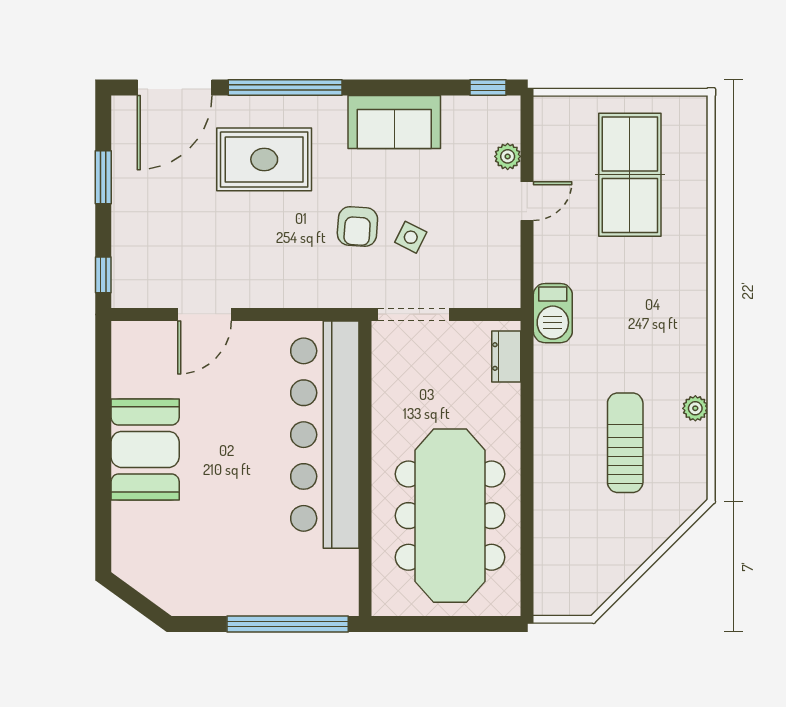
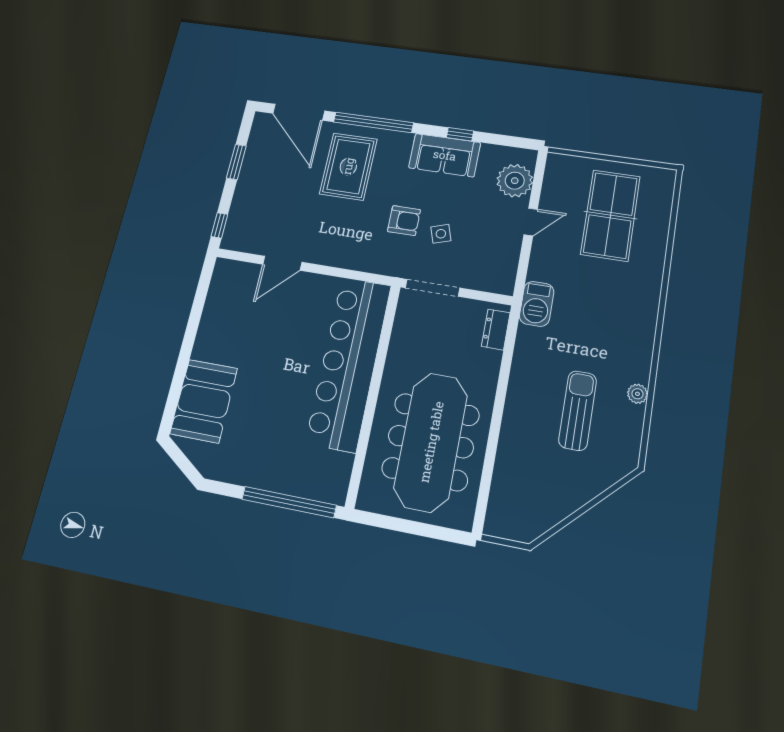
door: (175, 88) -> (299, 112), hinge flipped
window: (488, 88) -> (460, 134), moved
plant: (508, 156) -> (515, 181), width x1.87, depth x1.87
rug: (264, 159) -> (348, 166), turned 90
armchair: (357, 226) -> (404, 221), turned -94
side table: (411, 237) -> (441, 234), turned 45
booth: (145, 449) -> (204, 401), moved

